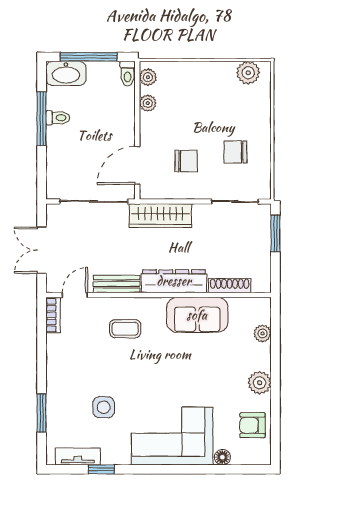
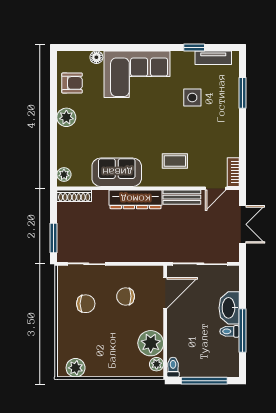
washbasin: (66, 73) -> (229, 308), moved, turned -90
plant: (148, 103) -> (151, 343), width x1.87, depth x1.87
wardrobe: (160, 216) -> (146, 252), removed
shoe rack: (230, 286) -> (74, 196), moved
plant: (263, 333) -> (64, 175), moved

